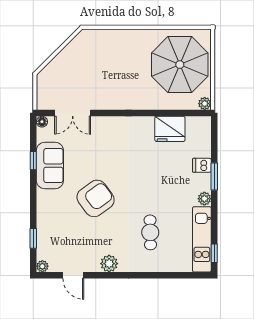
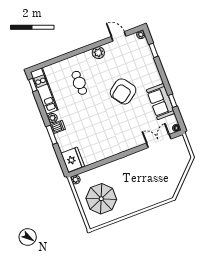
parasol: (180, 65) -> (101, 199), width x0.73, depth x0.73
fridge: (170, 129) -> (73, 160), moved, turned 90
dishwasher: (202, 165) -> (58, 127), moved

